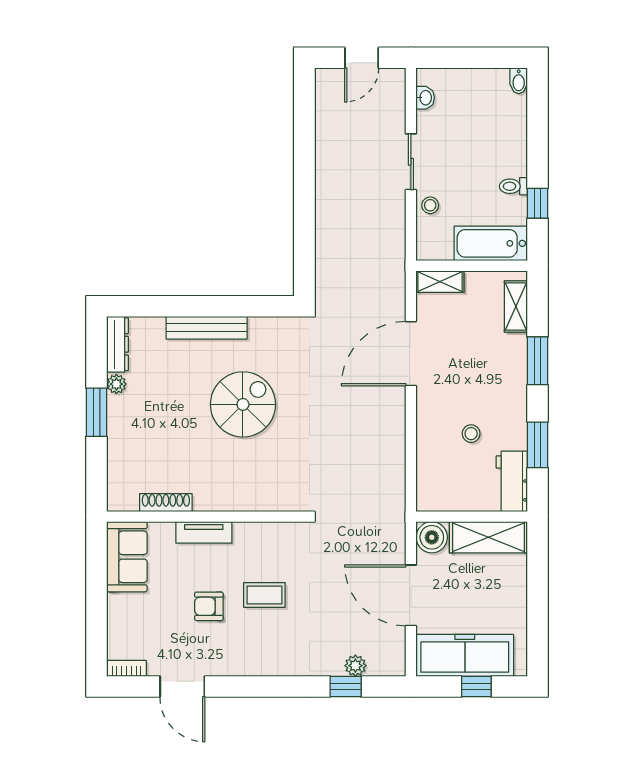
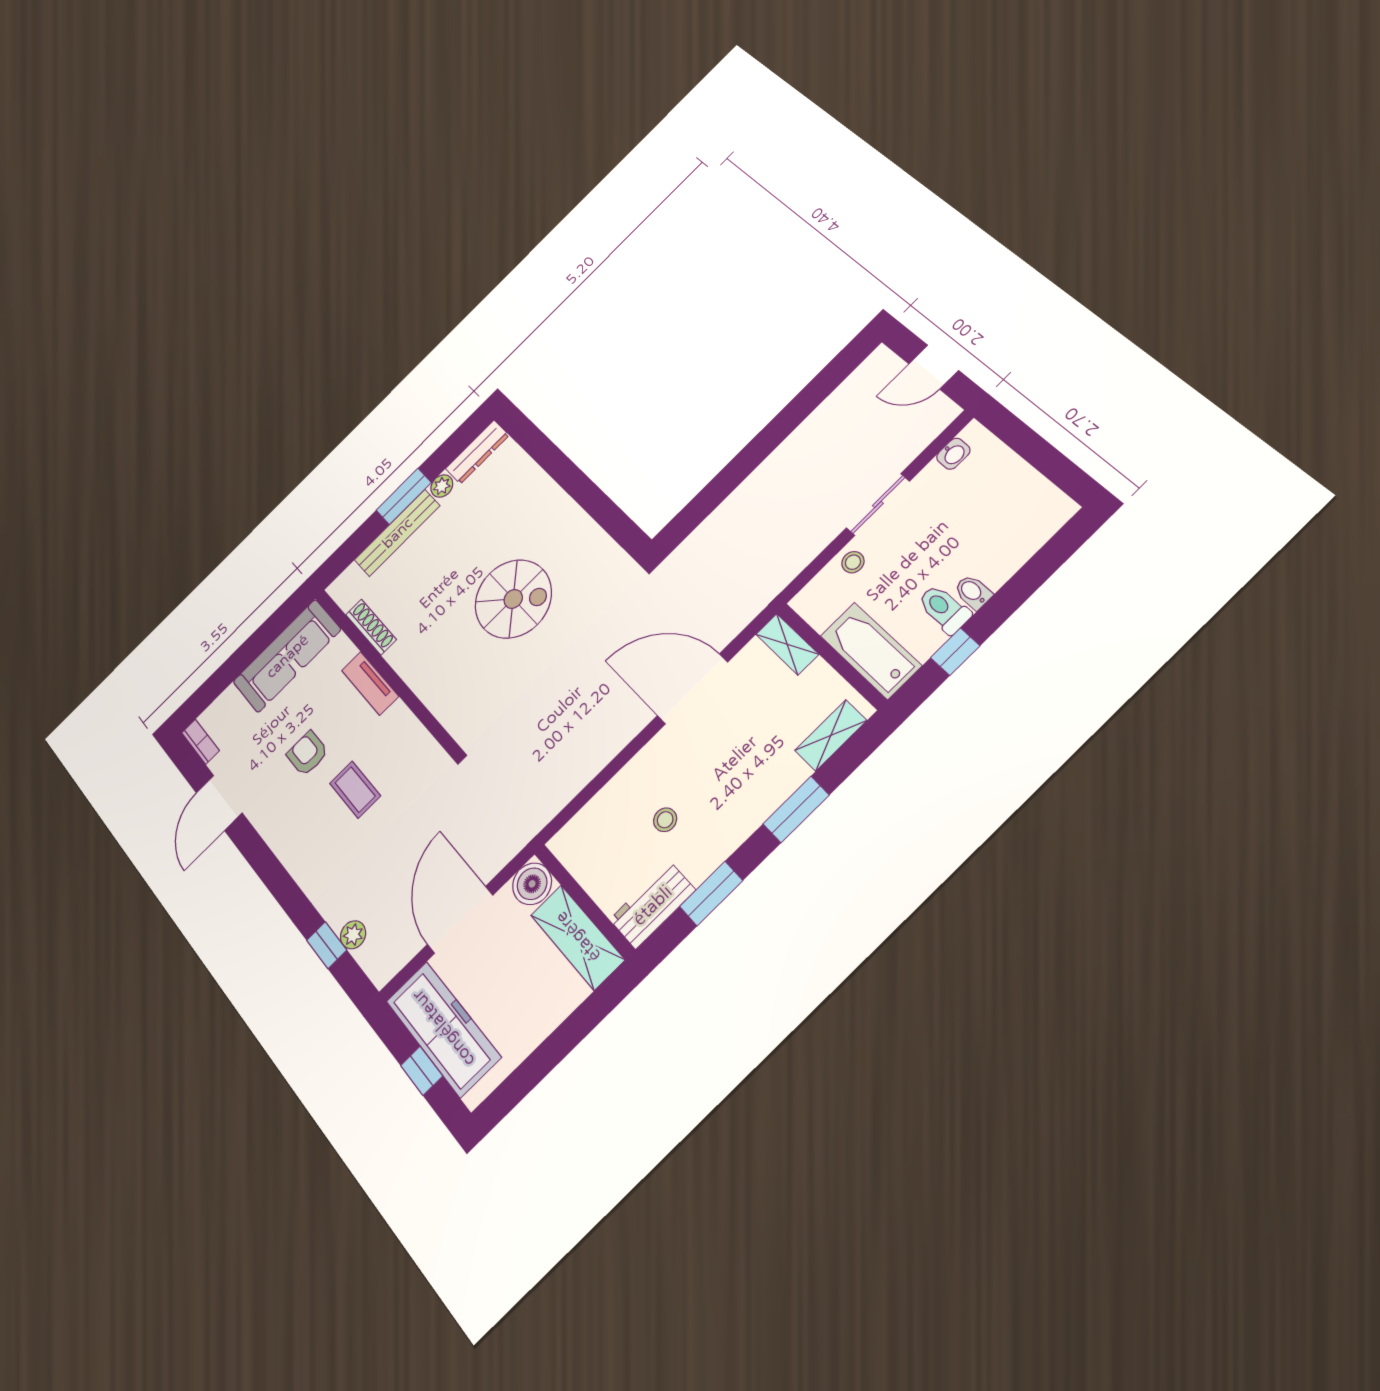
bidet: (519, 81) -> (973, 592), moved, turned 90
toilet: (513, 186) -> (944, 609), width x1.37, depth x1.39
bench: (207, 328) -> (397, 533), moved, turned 90
sofa: (127, 557) -> (287, 656), width x1.36

